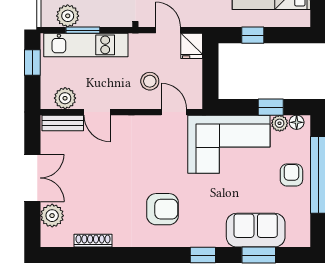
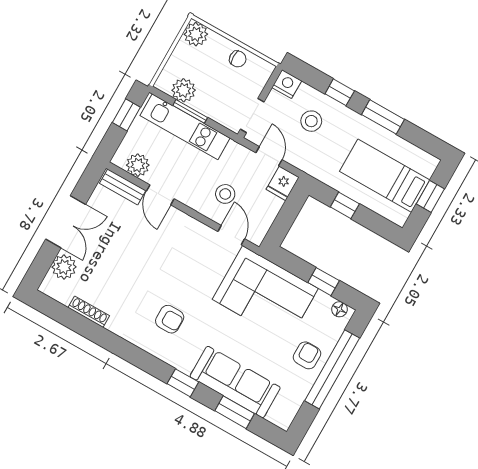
plant: (280, 123) -> (323, 301), removed
armchair: (162, 209) -> (170, 319), width x0.72, depth x0.72
sofa: (256, 230) -> (235, 382), width x1.36

